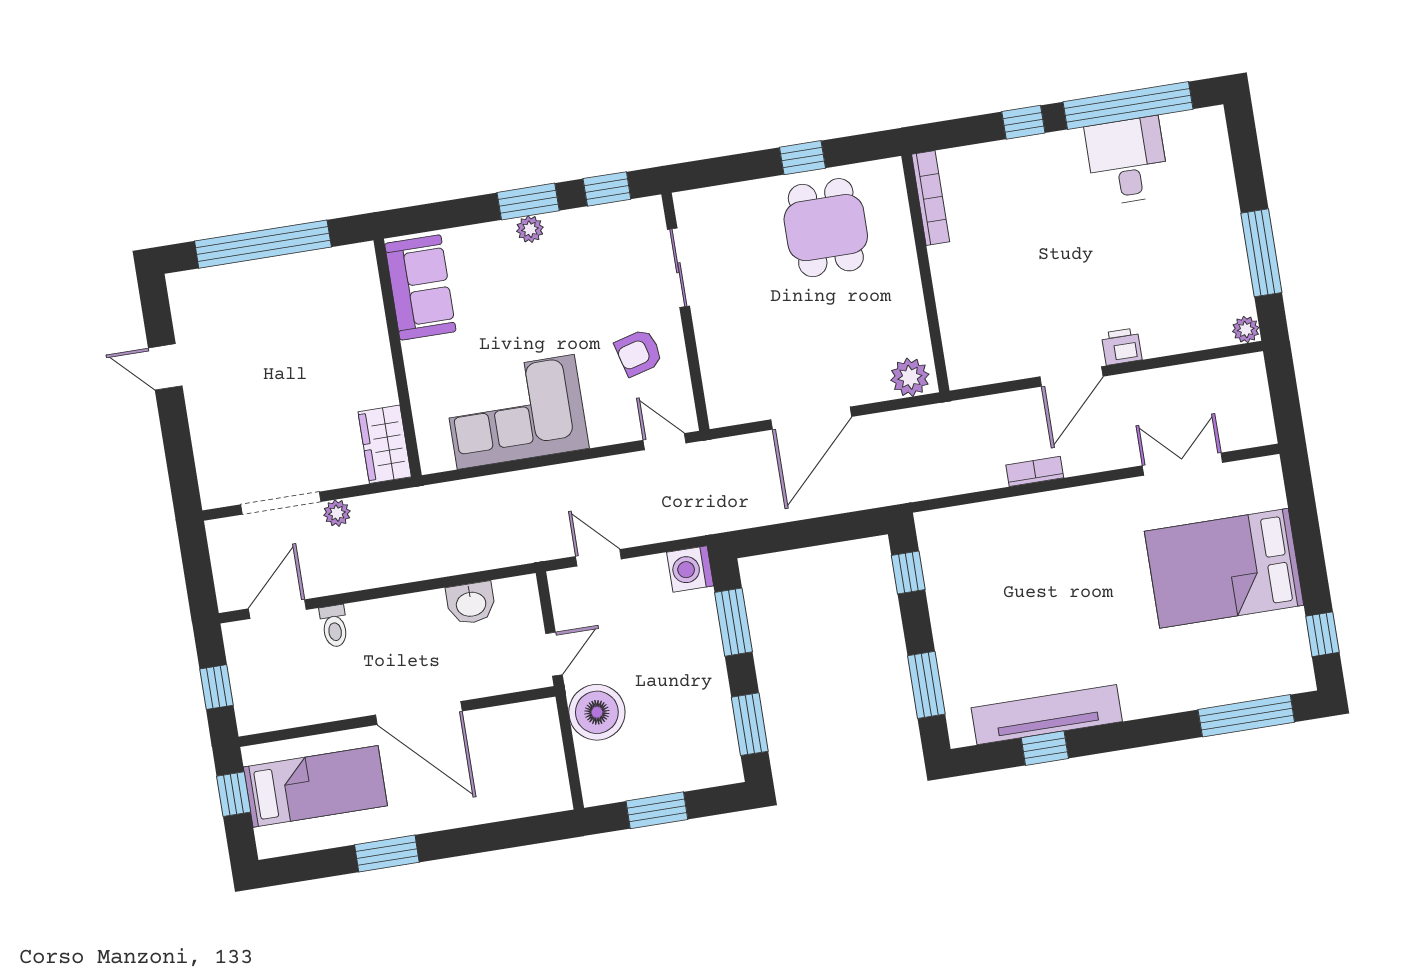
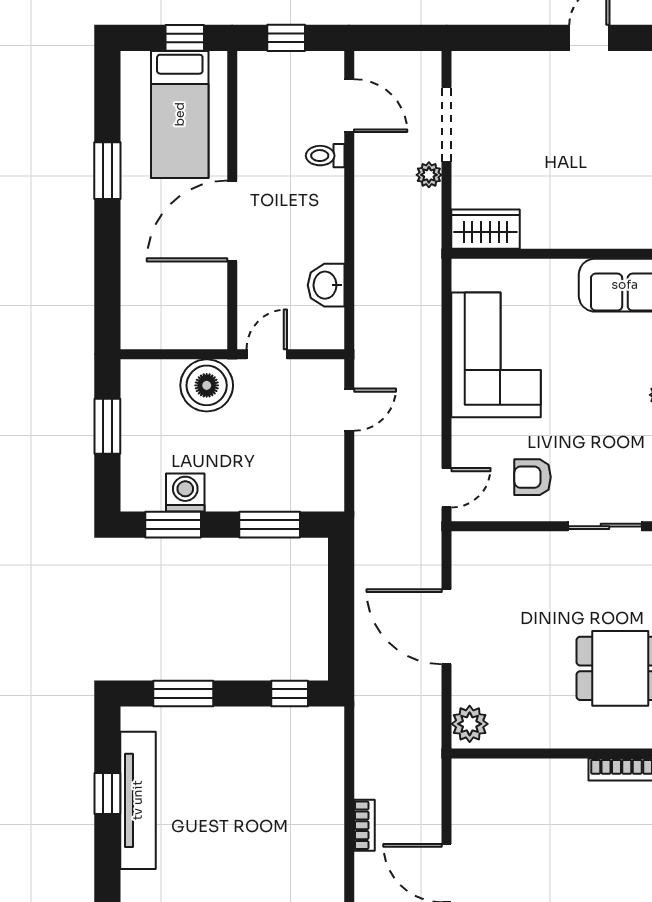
armchair: (639, 353) -> (532, 477), turned -75
washing machine: (690, 569) -> (185, 493), moved
door: (554, 654) -> (267, 354), swing flipped

